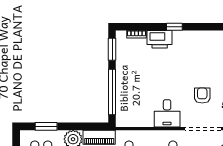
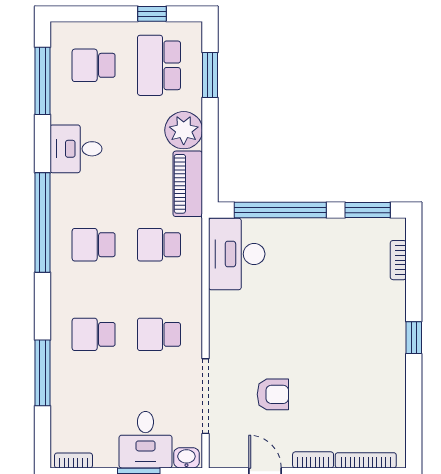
printer: (160, 39) -> (388, 307), removed
desk: (167, 113) -> (237, 254), moved, width x1.37

